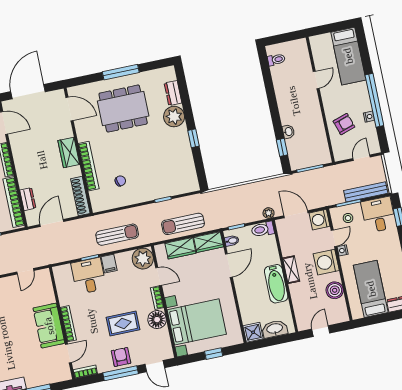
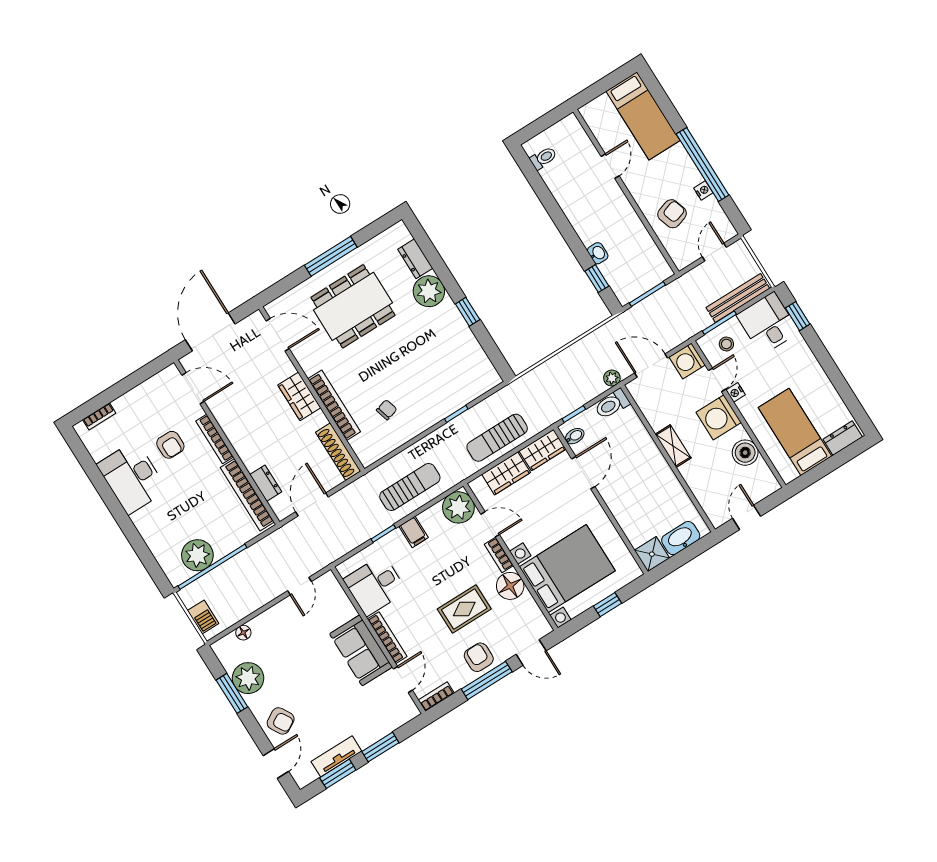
desk: (89, 276) -> (375, 585), moved, turned -90
bathtub: (276, 284) -> (659, 474), removed

